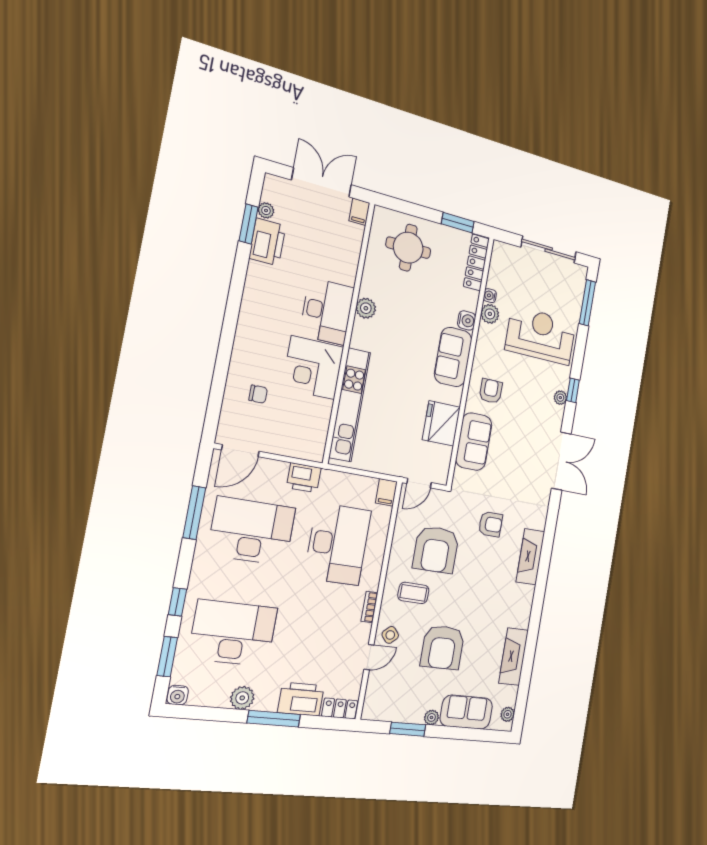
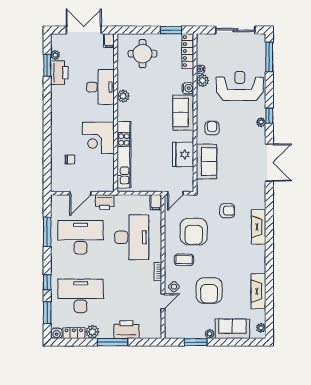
desk: (327, 311) -> (100, 87), moved
door: (240, 451) -> (80, 193), moved
locker: (340, 708) -> (74, 333), moved

